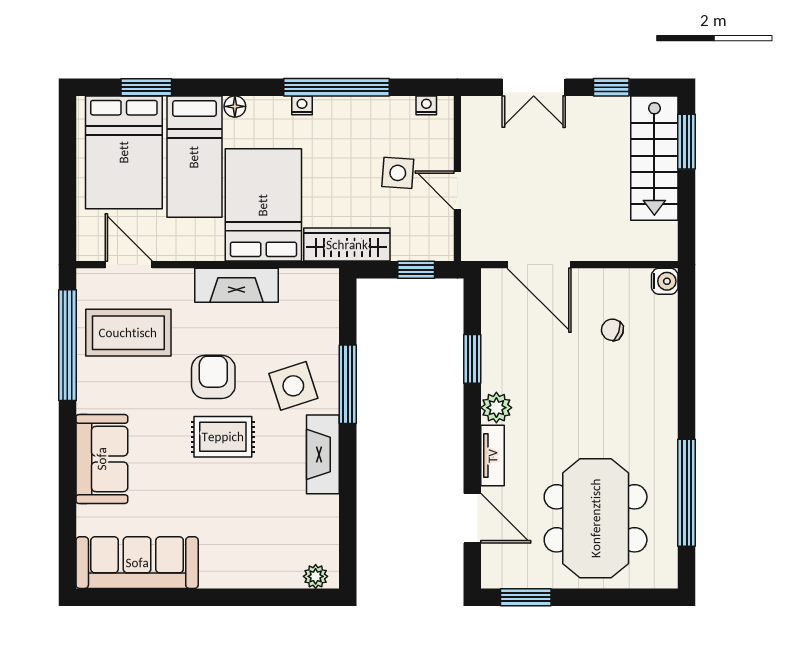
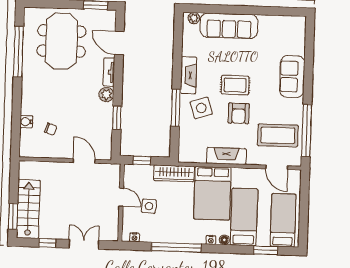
nightstand: (302, 105) -> (211, 240), moved
bed: (124, 152) -> (283, 220), width x0.67
door: (539, 265) -> (84, 161), width x0.73
water cooler: (665, 281) -> (26, 122), moved
sofa: (137, 563) -> (229, 26), moved

